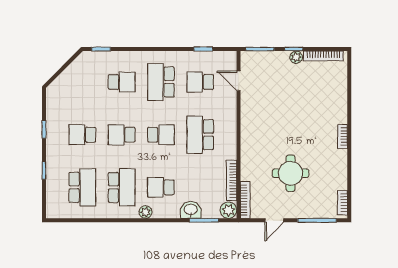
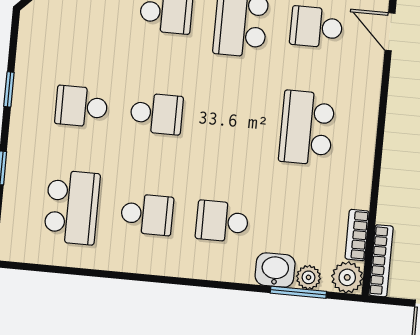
school desk: (122, 135) -> (157, 114), turned 180
school desk: (161, 135) -> (232, 121), removed
bookcase: (232, 180) -> (357, 235), width x0.64
school desk: (122, 187) -> (147, 214), width x0.54
plant: (145, 212) -> (308, 277), moved

